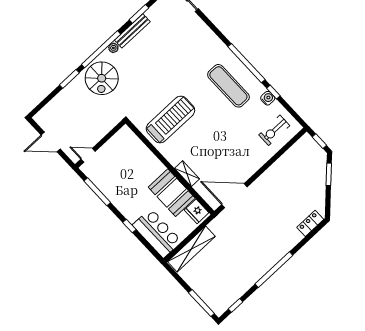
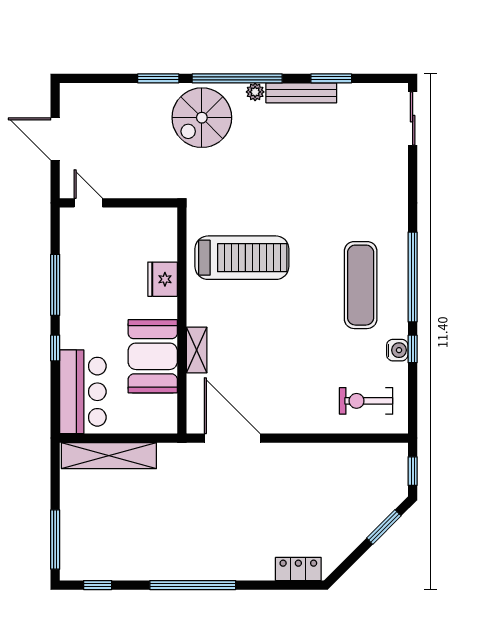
window: (97, 192) -> (55, 285), moved
fridge: (197, 211) -> (163, 279), moved

